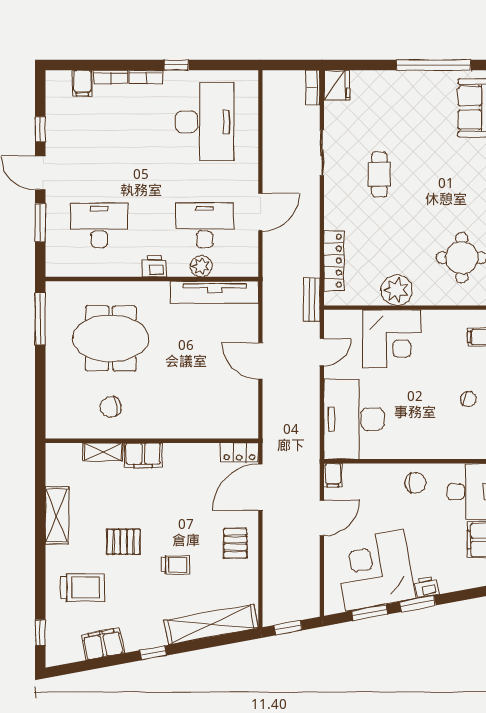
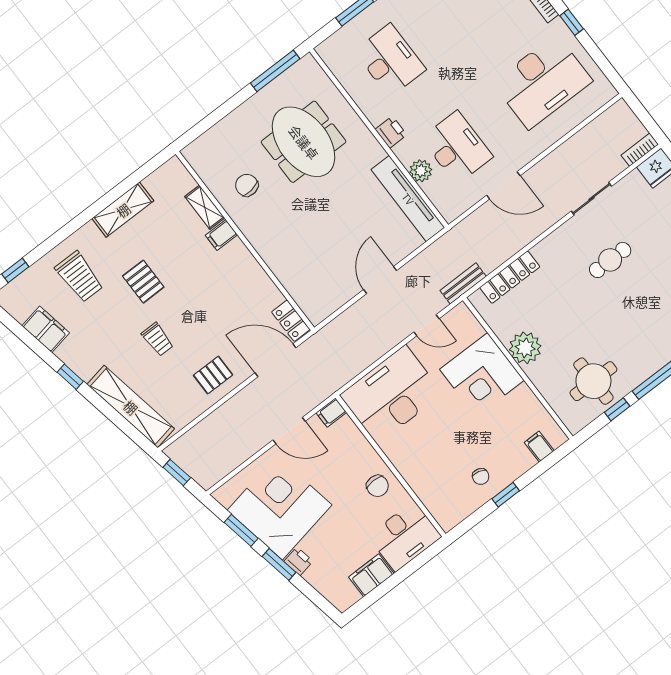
filing cabinet: (143, 455) -> (221, 235), width x0.50

